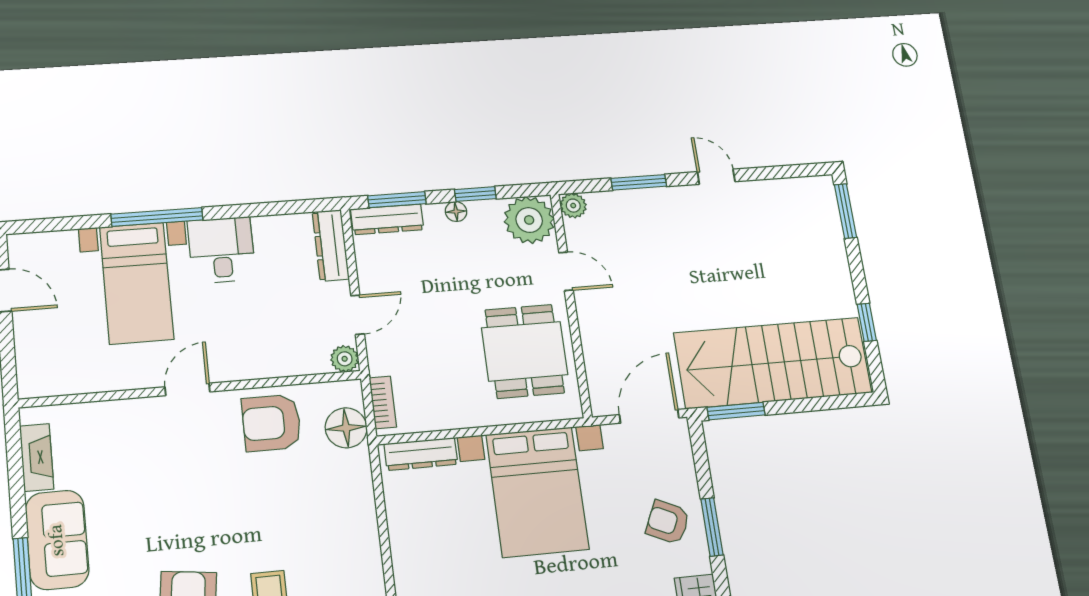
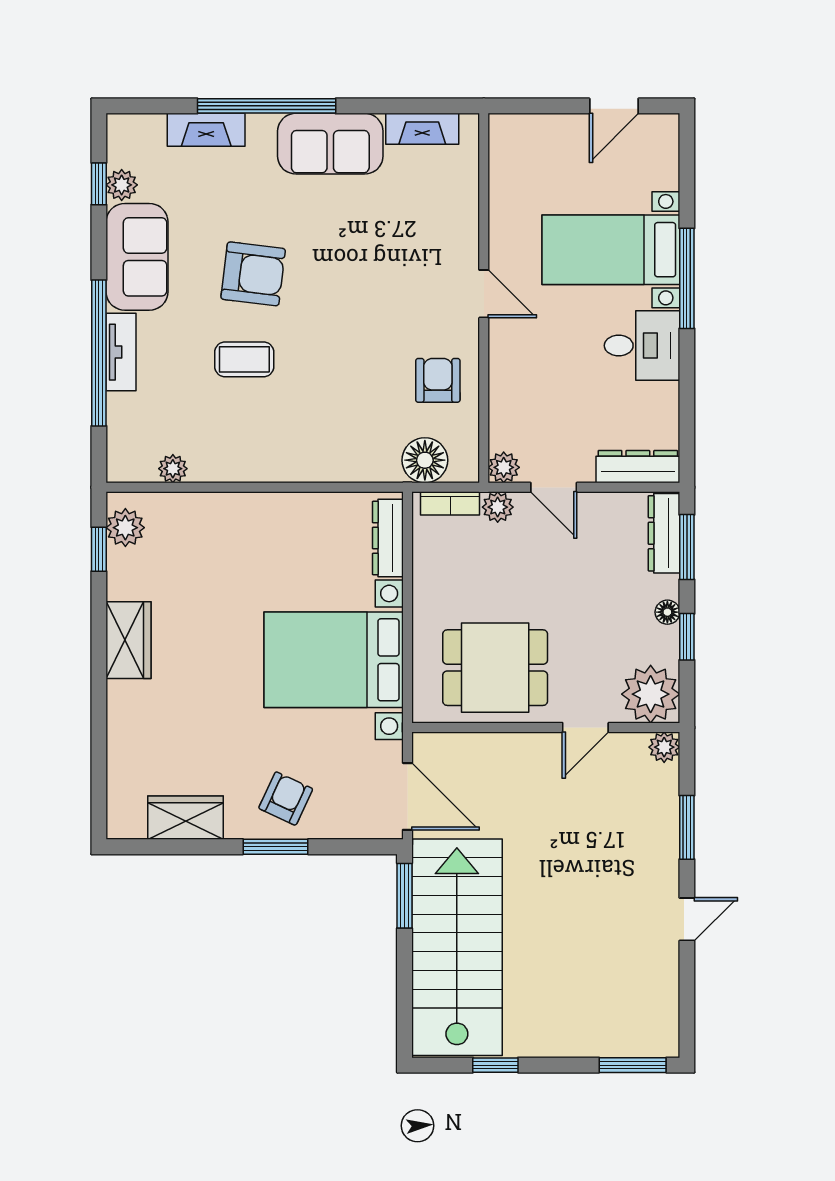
plant: (381, 361) -> (498, 507), added
armchair: (271, 423) -> (438, 380), width x0.72, depth x0.72

